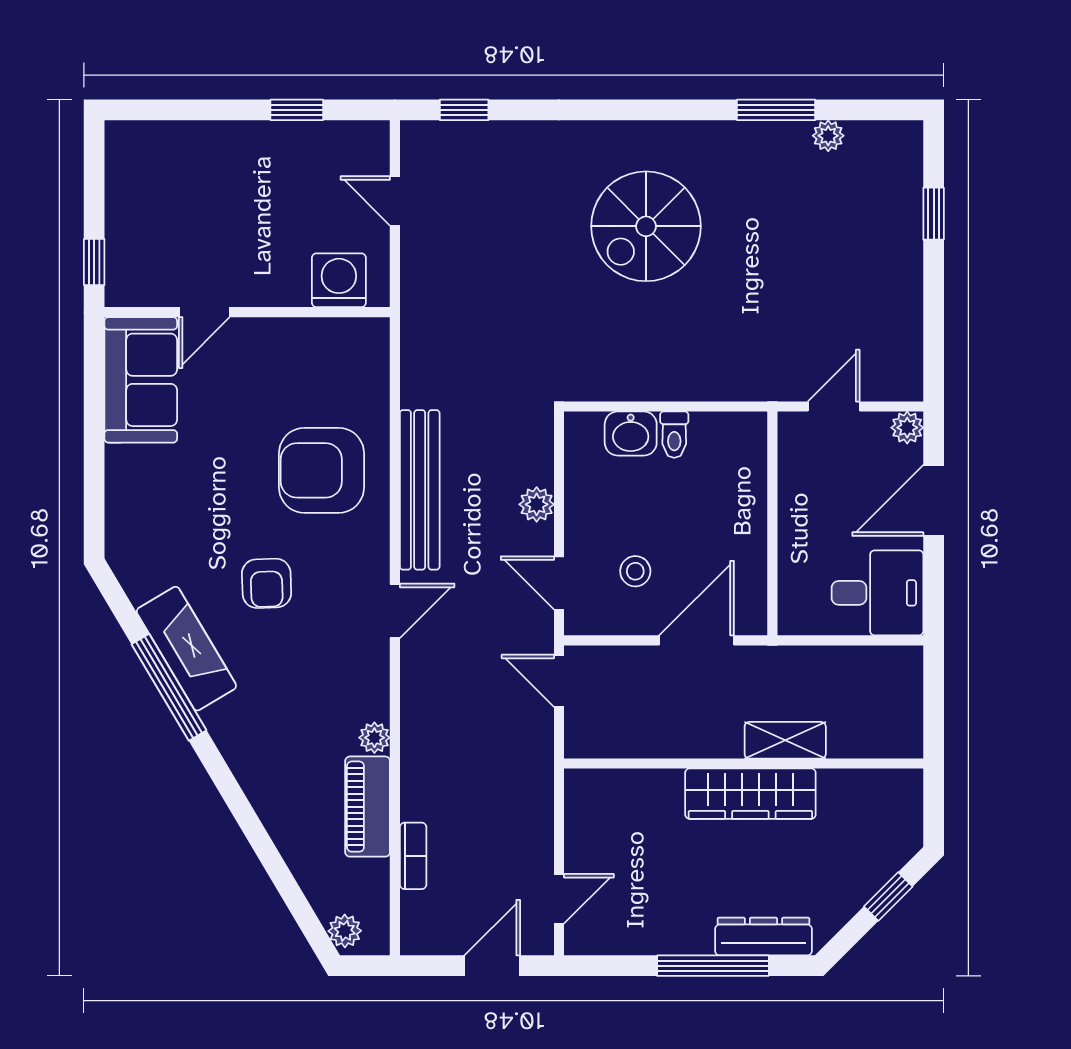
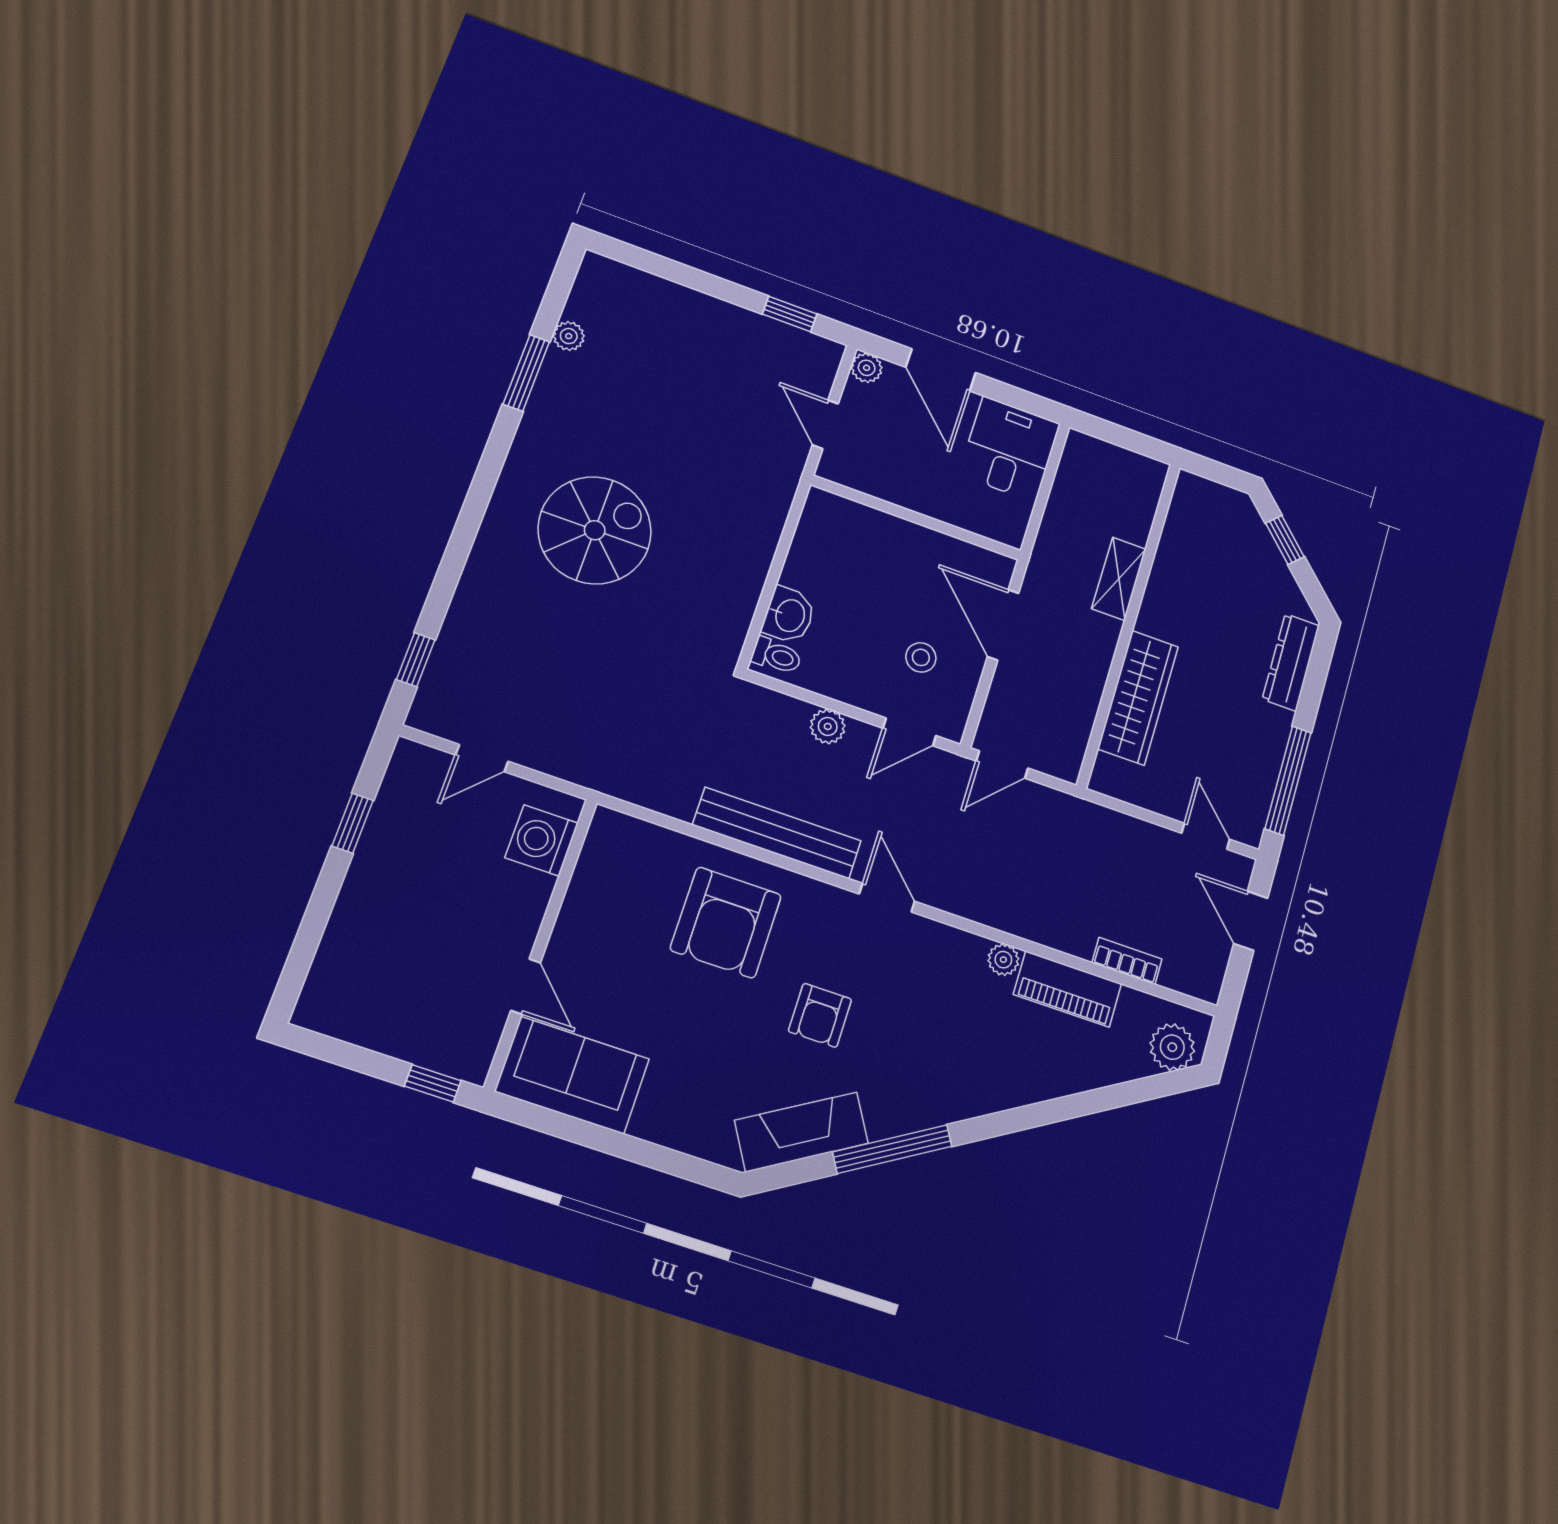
window: (934, 214) -> (790, 314), moved
spiral stairs: (646, 226) -> (595, 530), turned -90
toilet: (674, 435) -> (776, 656), moved
armchair: (267, 583) -> (820, 1015), turned 92
fireplace: (186, 649) -> (802, 1132), moved
wardrobe: (750, 794) -> (1138, 698), moved
plant: (345, 931) -> (1172, 1047), width x1.38, depth x1.38
window: (713, 966) -> (1288, 781), moved

